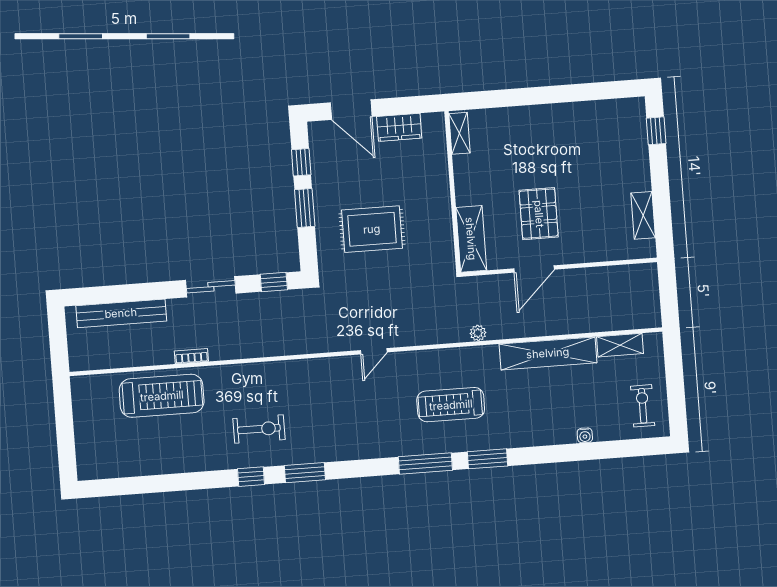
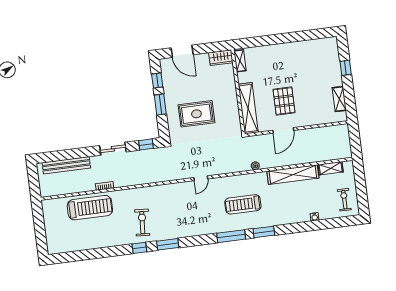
wardrobe: (399, 127) -> (221, 58), moved
window: (656, 131) -> (346, 68), moved
shelving: (471, 239) -> (248, 108), width x1.47
exercise bike: (259, 429) -> (142, 223), turned -86

